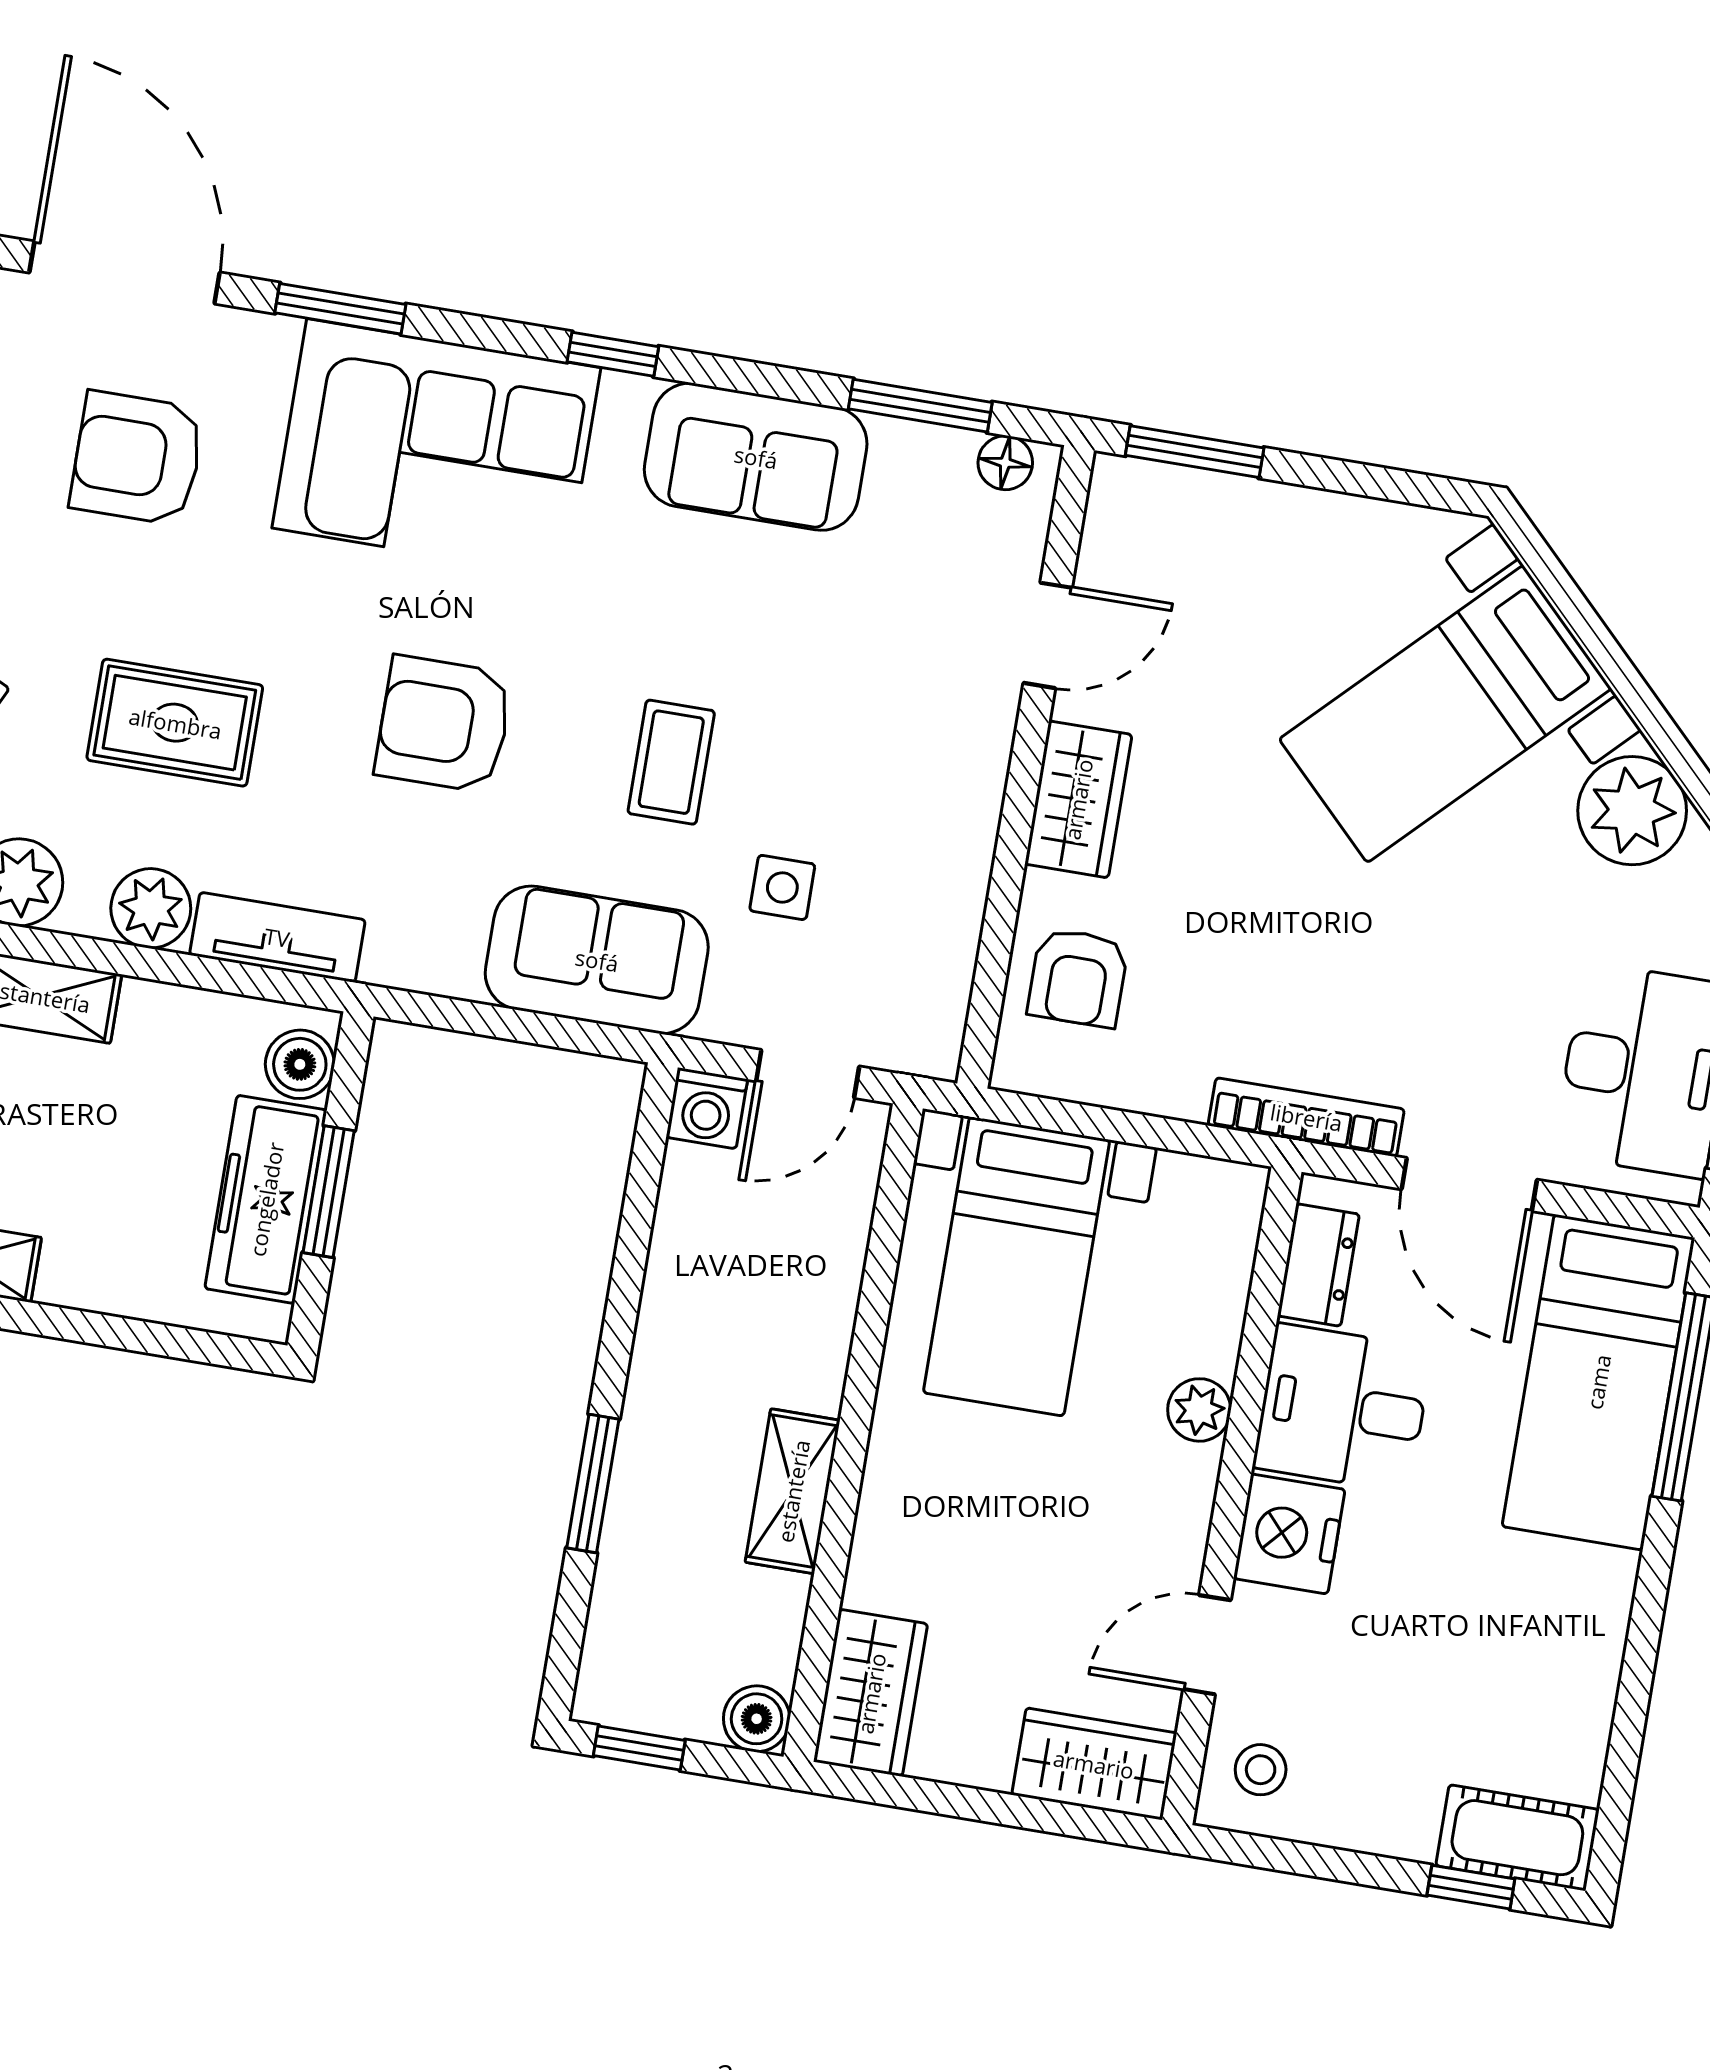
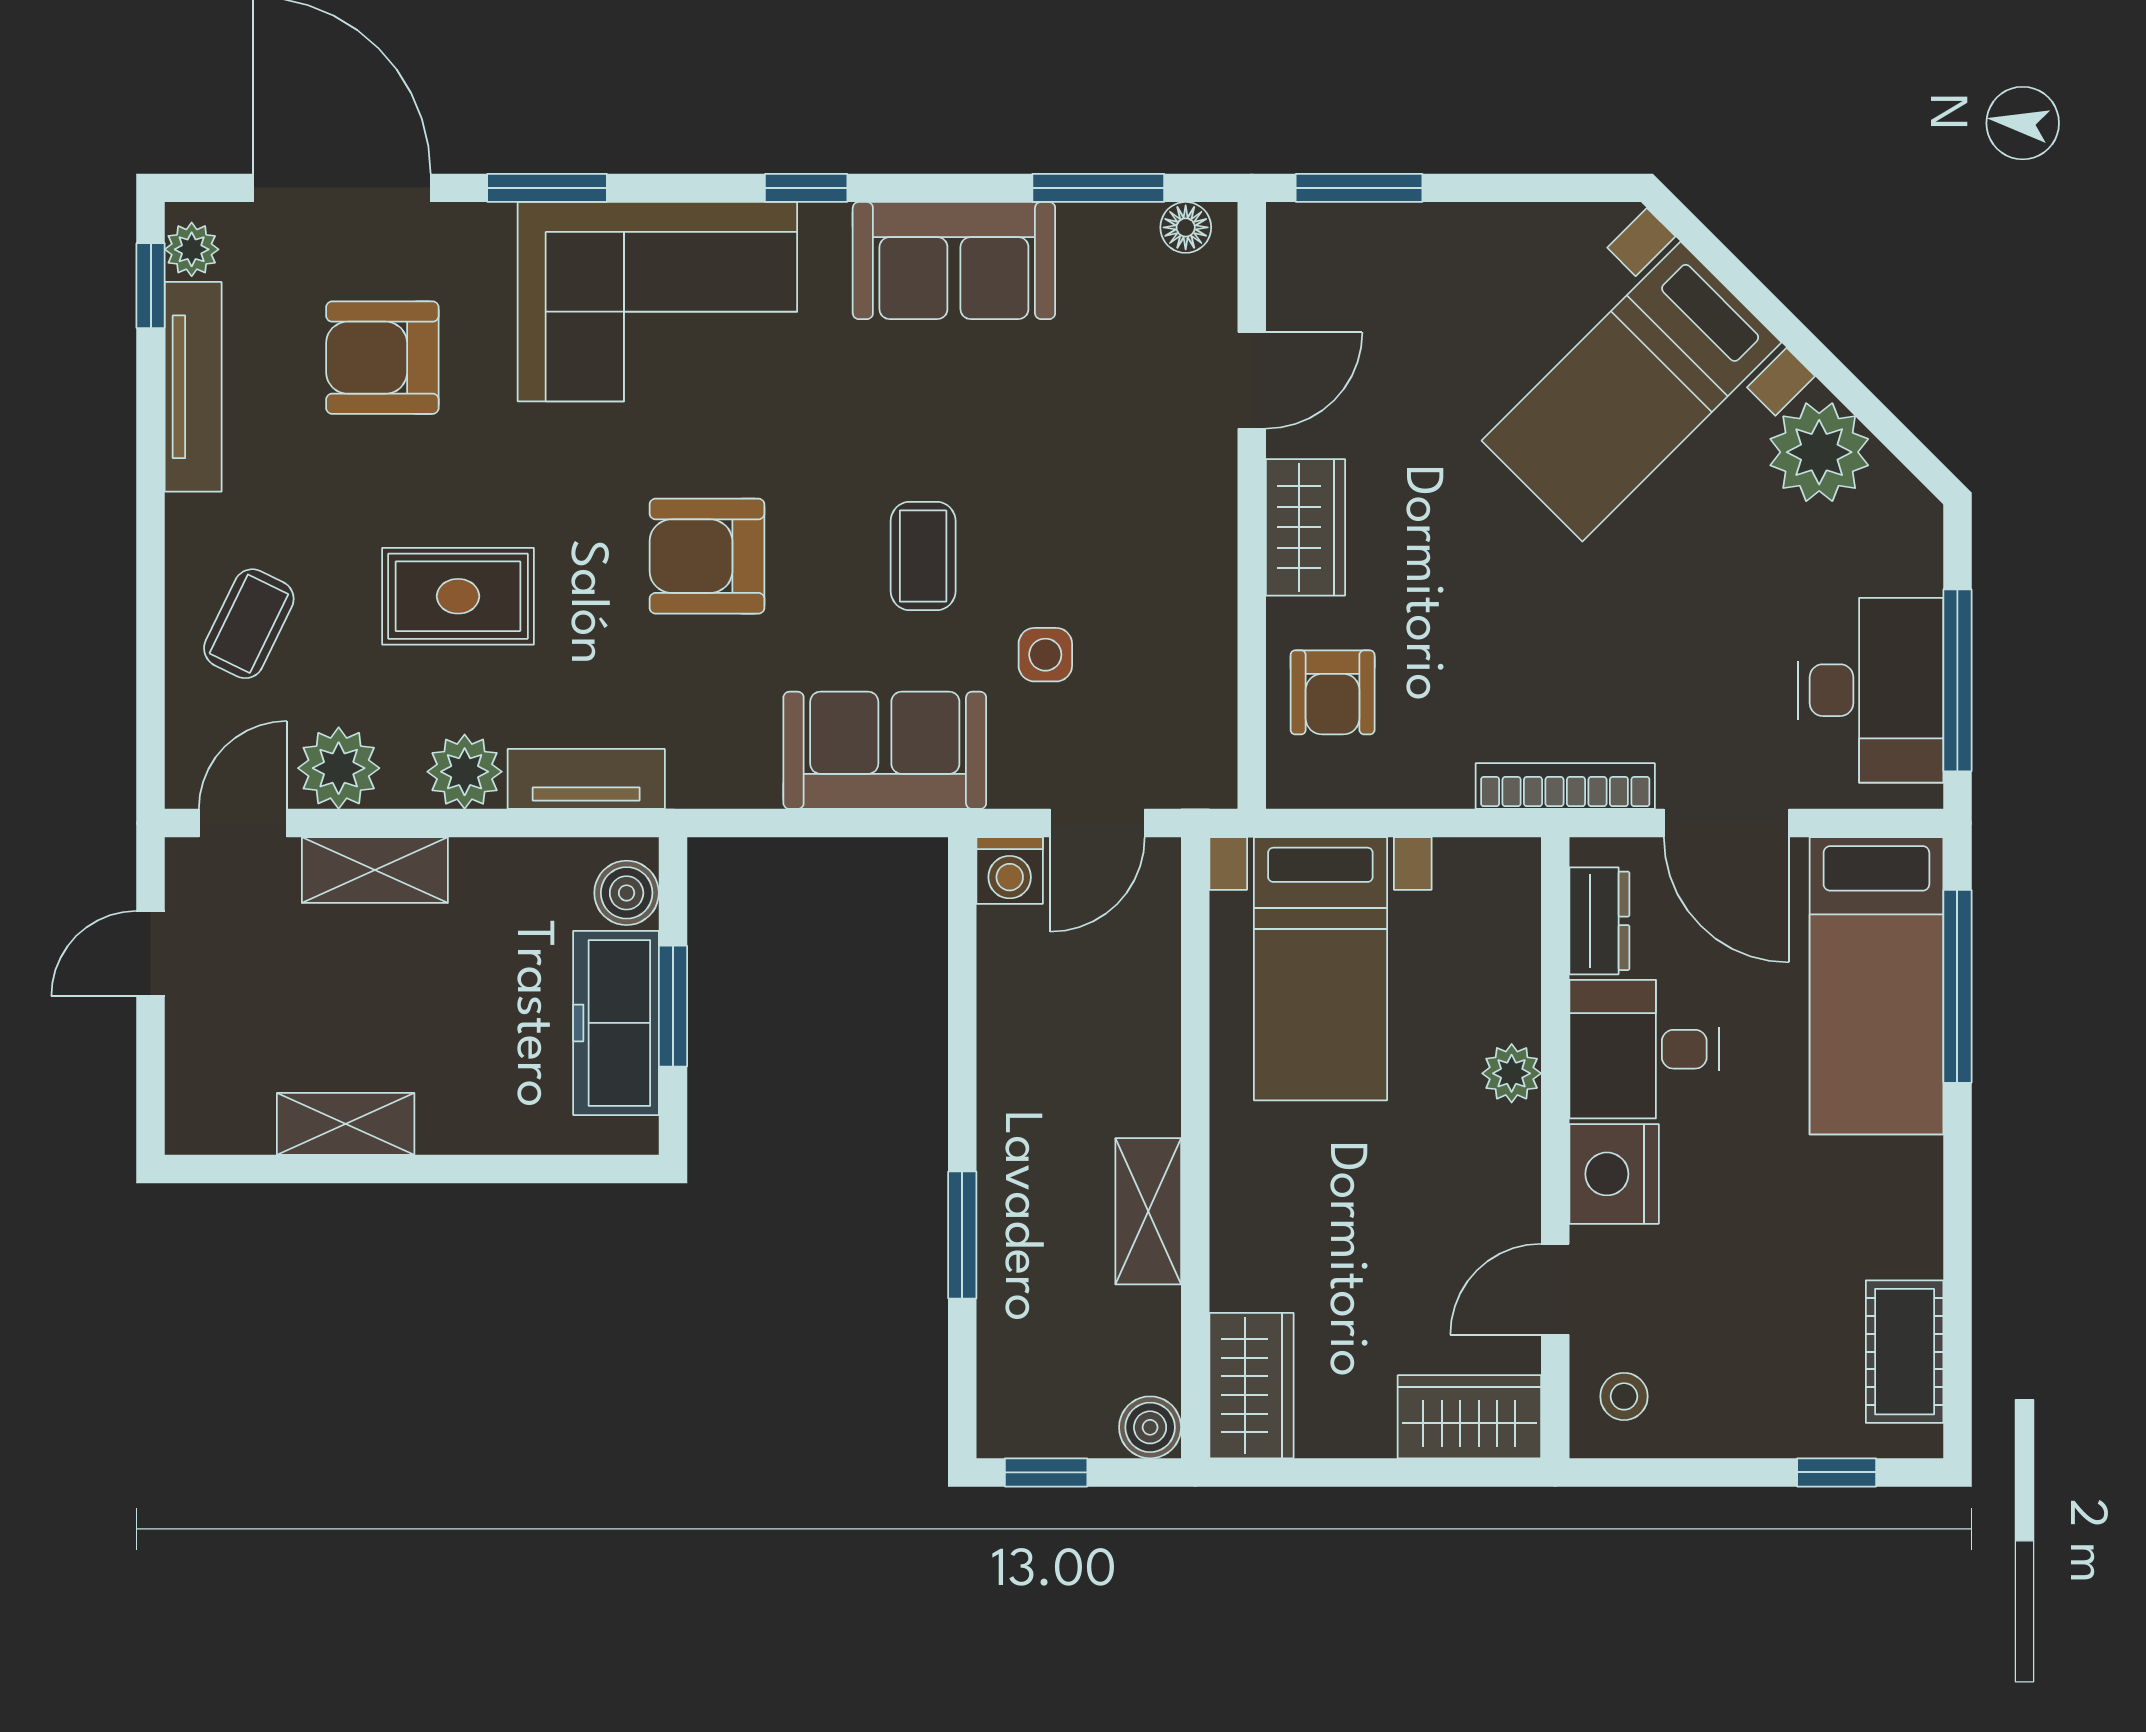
cot: (1517, 1838) -> (1905, 1352), moved, turned 90

